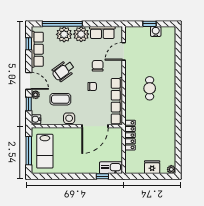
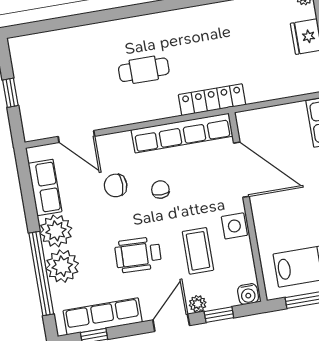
water cooler: (156, 31) -> (24, 77), removed
wheelchair: (63, 71) -> (138, 255), turned 128
locker: (130, 135) -> (212, 100), moved

